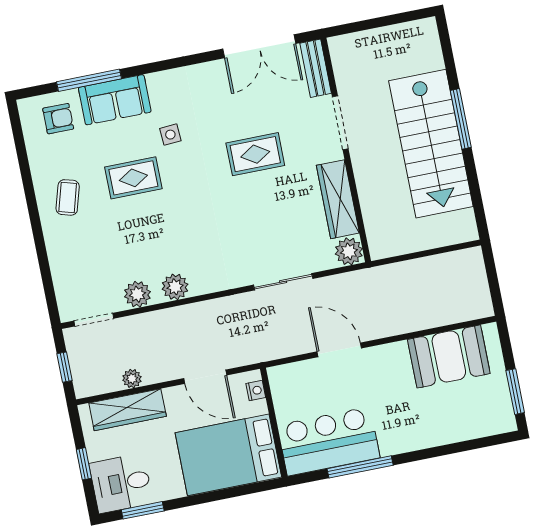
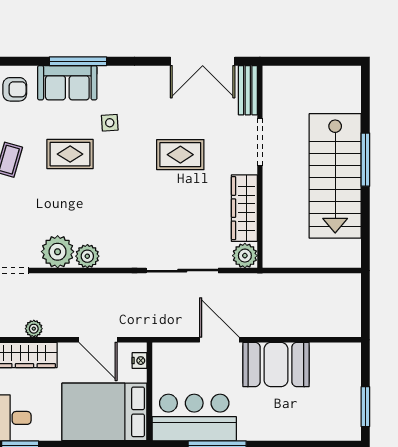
window: (89, 80) -> (78, 61), moved
sliding door: (283, 282) -> (182, 271), width x1.37
plant: (137, 294) -> (58, 252), width x1.36, depth x1.36
booth: (449, 356) -> (276, 365), moved

